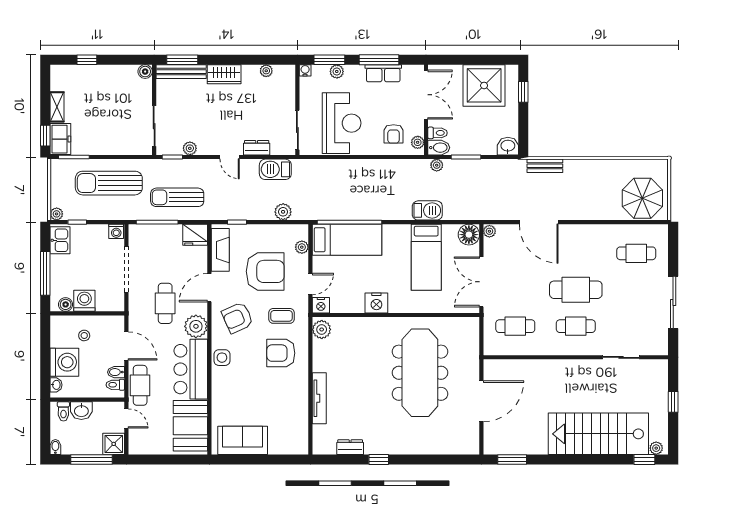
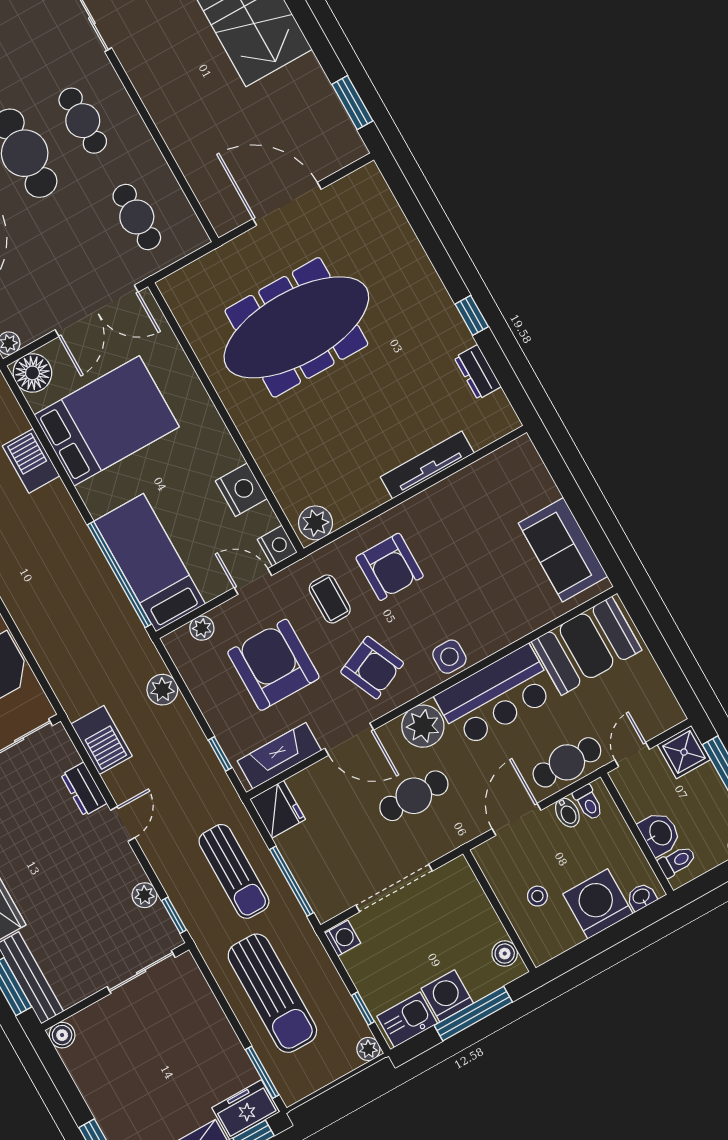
bed: (426, 257) -> (107, 421), width x1.50
washing machine: (84, 301) -> (447, 996), moved, turned 90
nightstand: (376, 303) -> (241, 490), moved

